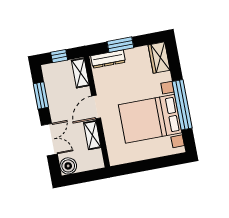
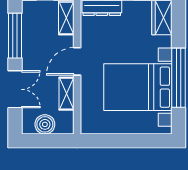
window: (41, 95) -> (15, 36), width x1.44
boiler: (68, 166) -> (45, 124), moved

